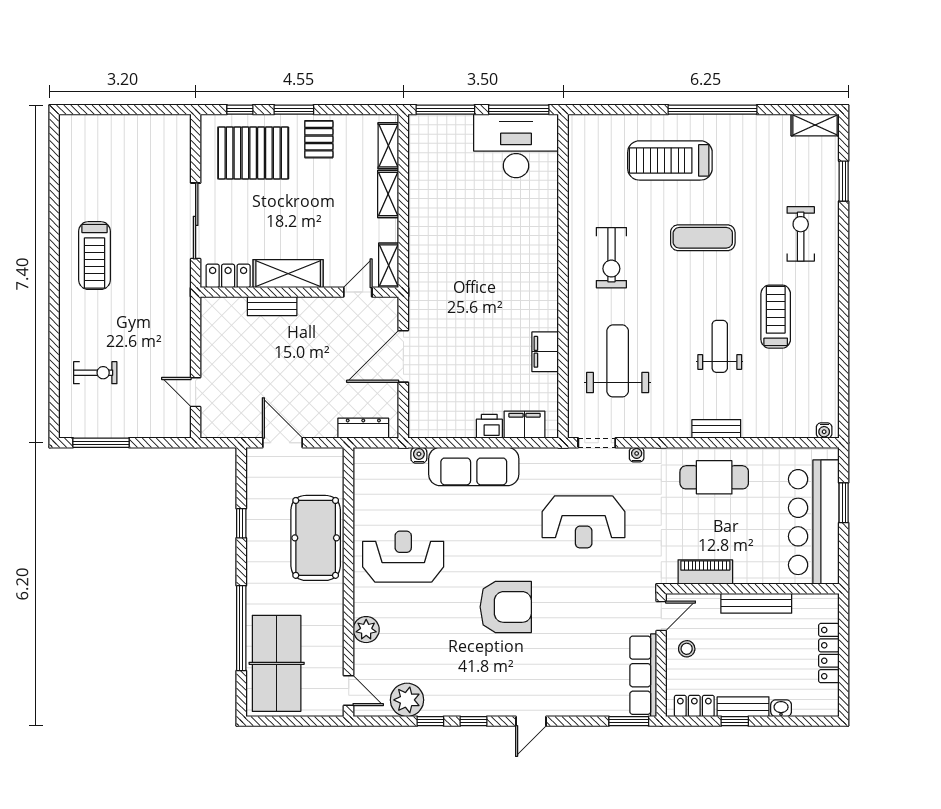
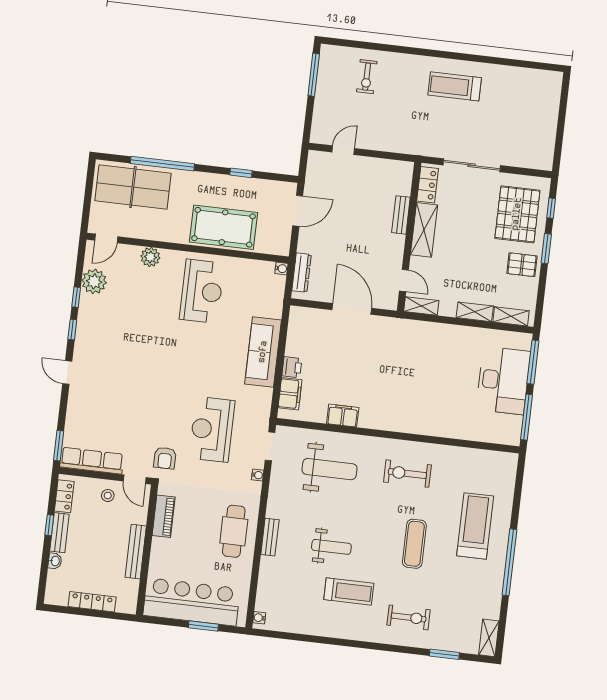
desk: (516, 146) -> (503, 380), moved
water cooler: (419, 455) -> (281, 269), moved
armchair: (506, 607) -> (165, 458), moved, width x0.53, depth x0.53

